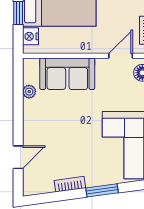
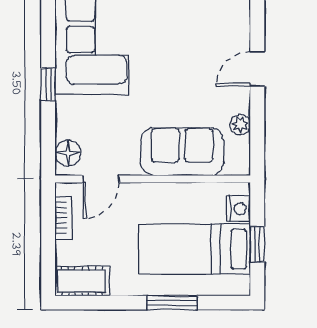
door: (18, 157) -> (257, 69), moved

